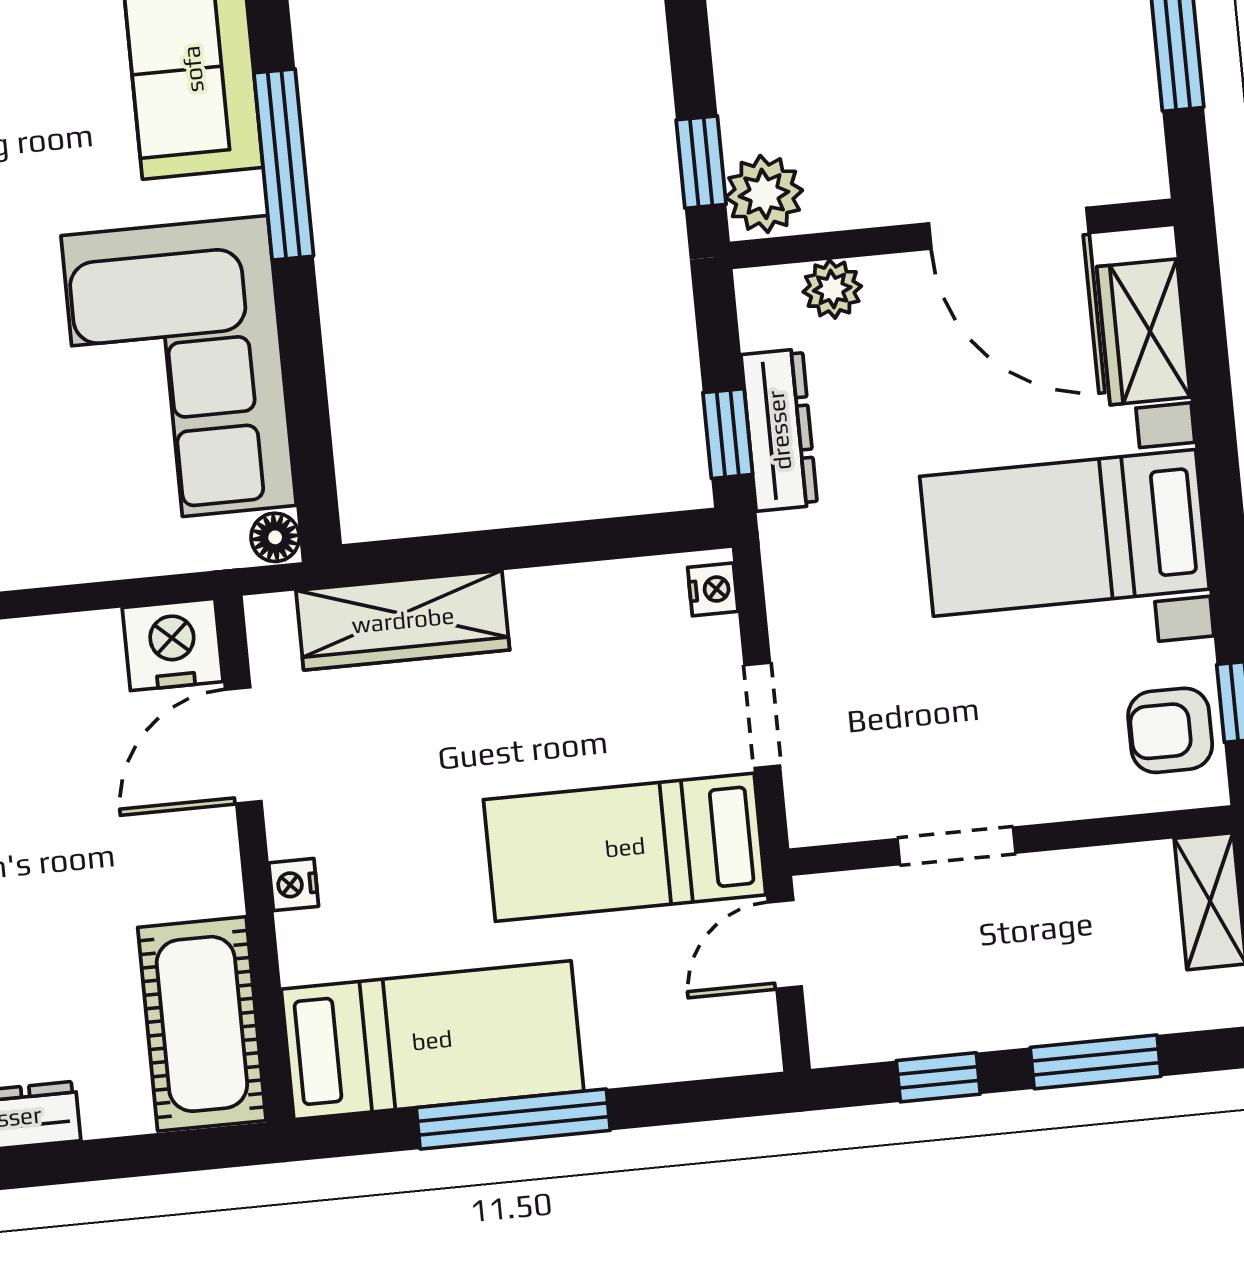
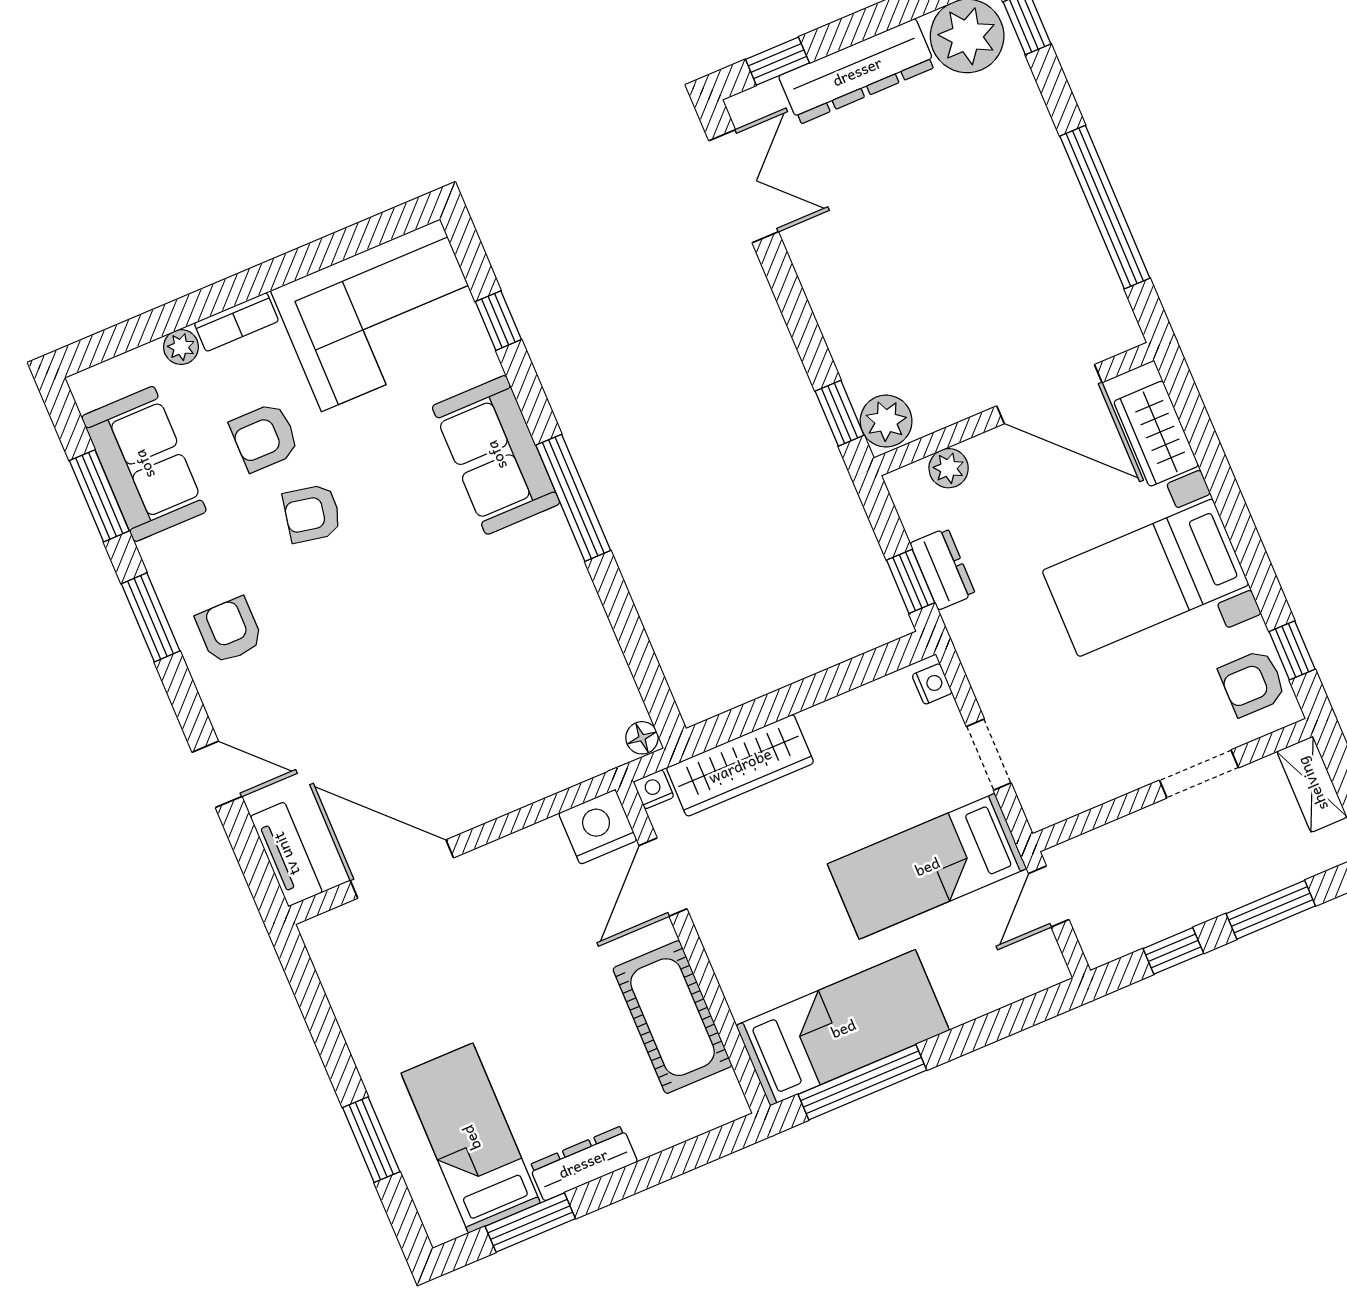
corner sofa: (179, 371) -> (547, 650), removed
dresser: (779, 430) -> (943, 569), width x0.70
doorway: (957, 846) -> (1199, 774), moved
nightstand: (294, 885) -> (653, 789), moved, turned 90
cot: (202, 1024) -> (672, 1017), moved
window: (513, 1119) -> (862, 1082), moved

